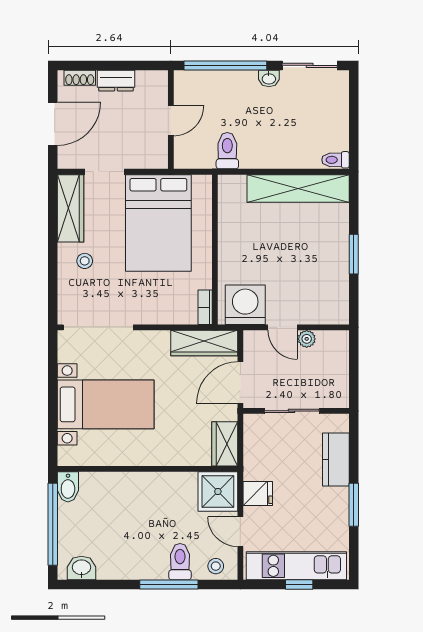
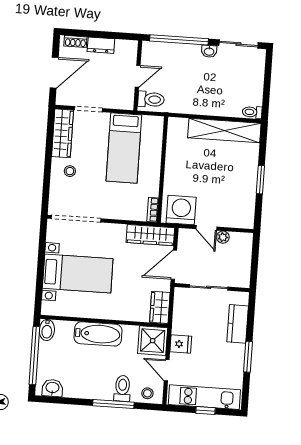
toilet: (227, 151) -> (151, 99), moved, turned 90
bed: (158, 223) -> (124, 148), width x0.67
bathtub: (140, 487) -> (98, 334), added

